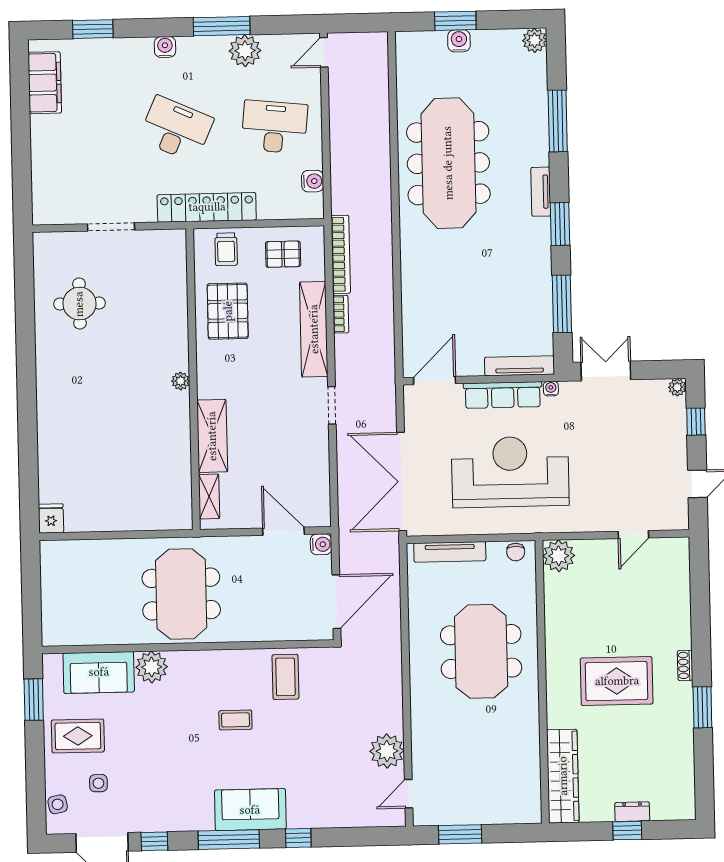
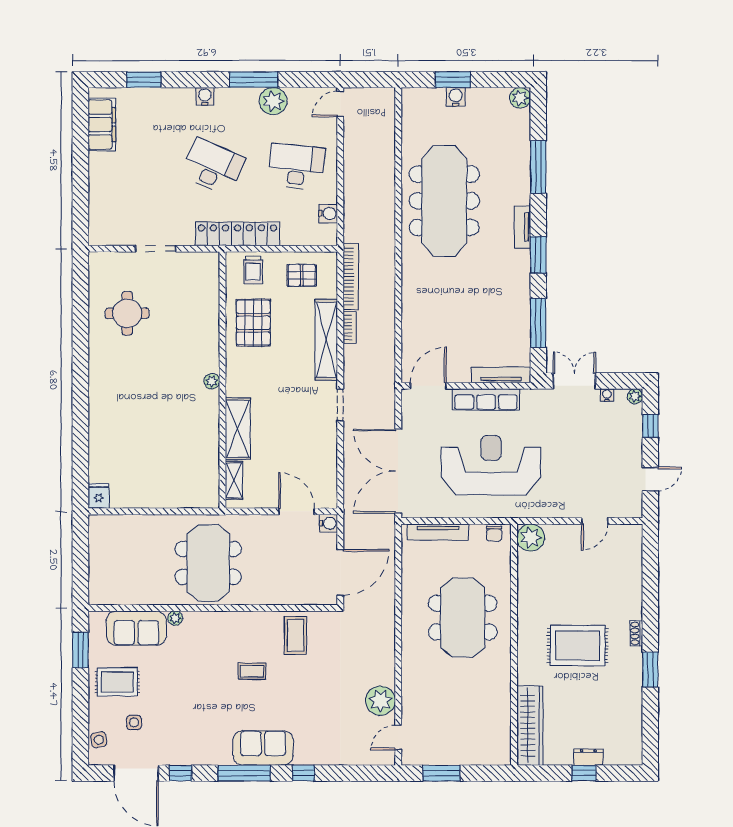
water cooler: (551, 389) -> (607, 395), moved
plant: (152, 667) -> (175, 618), width x0.53, depth x0.53

